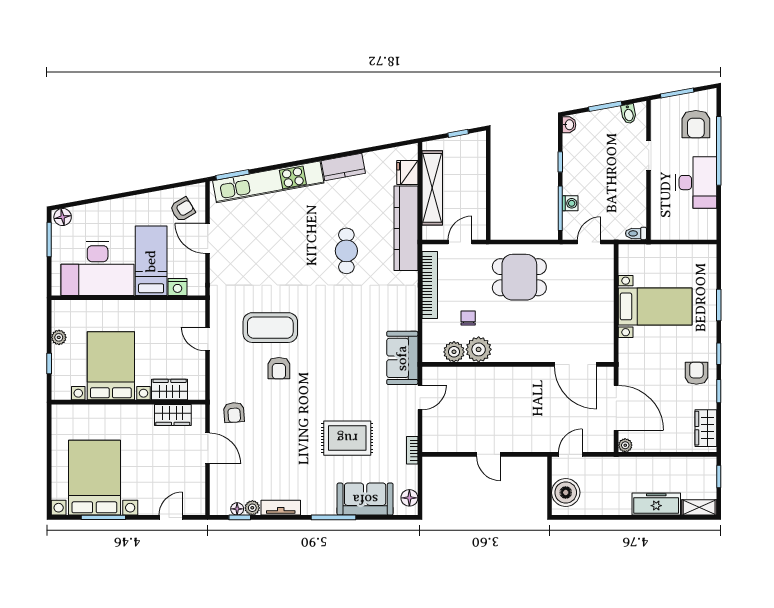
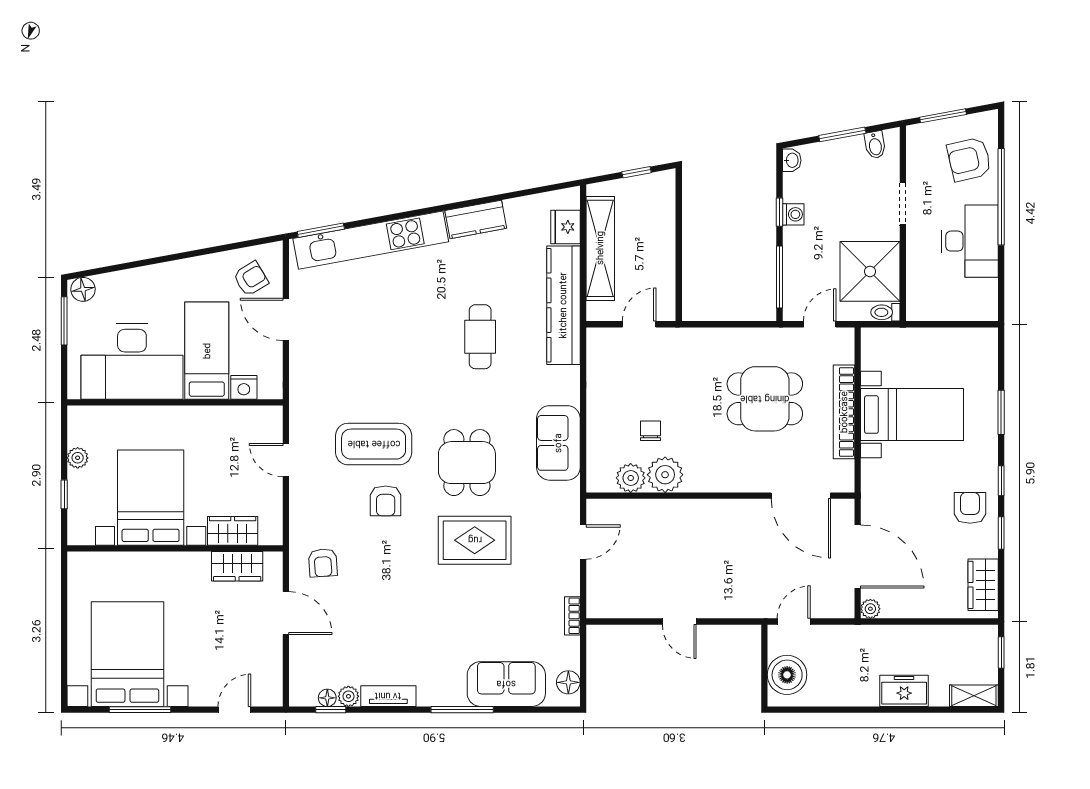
armchair: (696, 124) -> (969, 159), turned 77
washing machine: (570, 203) -> (793, 214), moved
shower: (625, 204) -> (870, 271), added
dining table: (519, 277) -> (765, 399), moved
bookcase: (430, 285) -> (844, 412), moved, turned 180
dining table: (337, 341) -> (467, 463), added
sofa: (402, 358) -> (558, 443), moved
rug: (347, 438) -> (475, 540), moved
freezer: (656, 504) -> (904, 691), width x0.71

